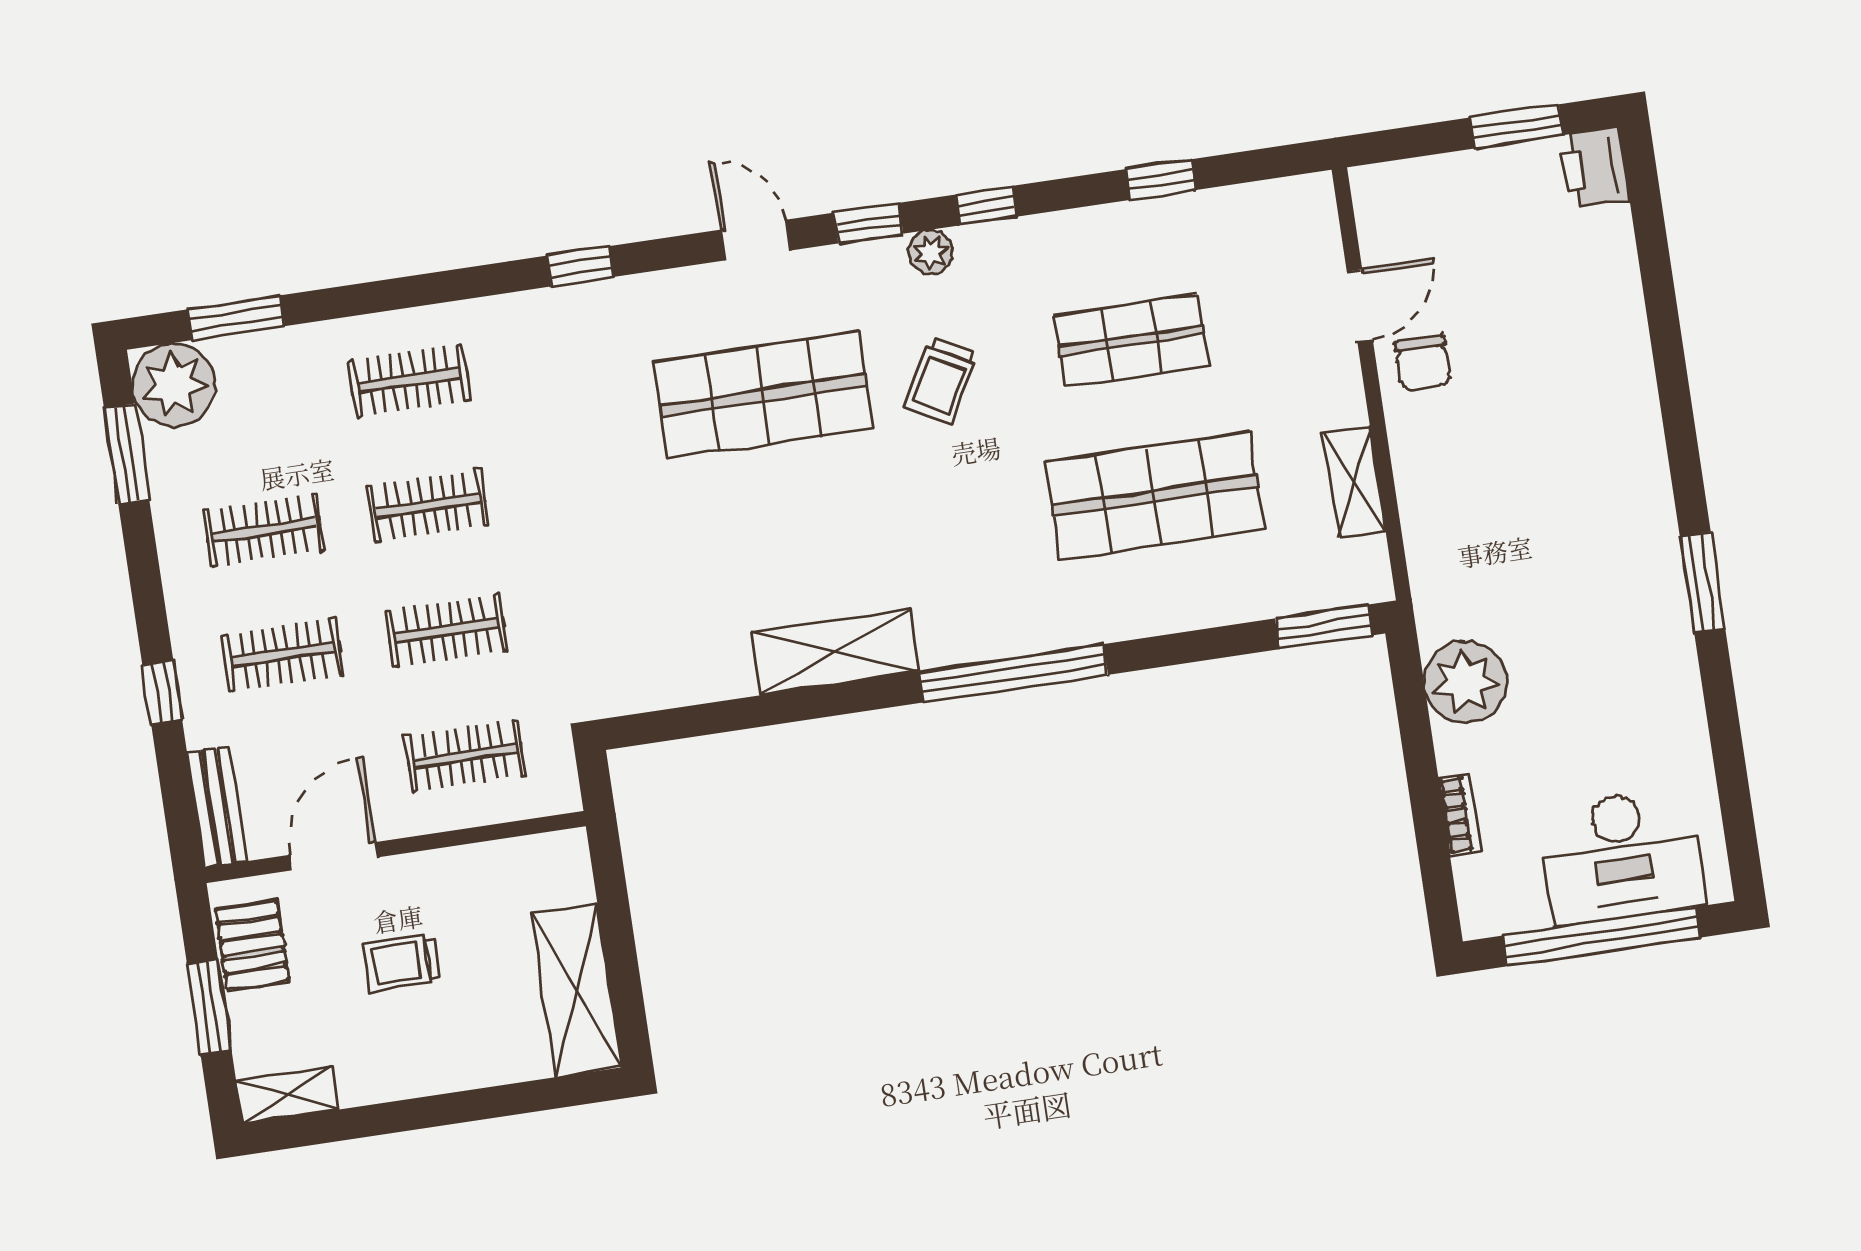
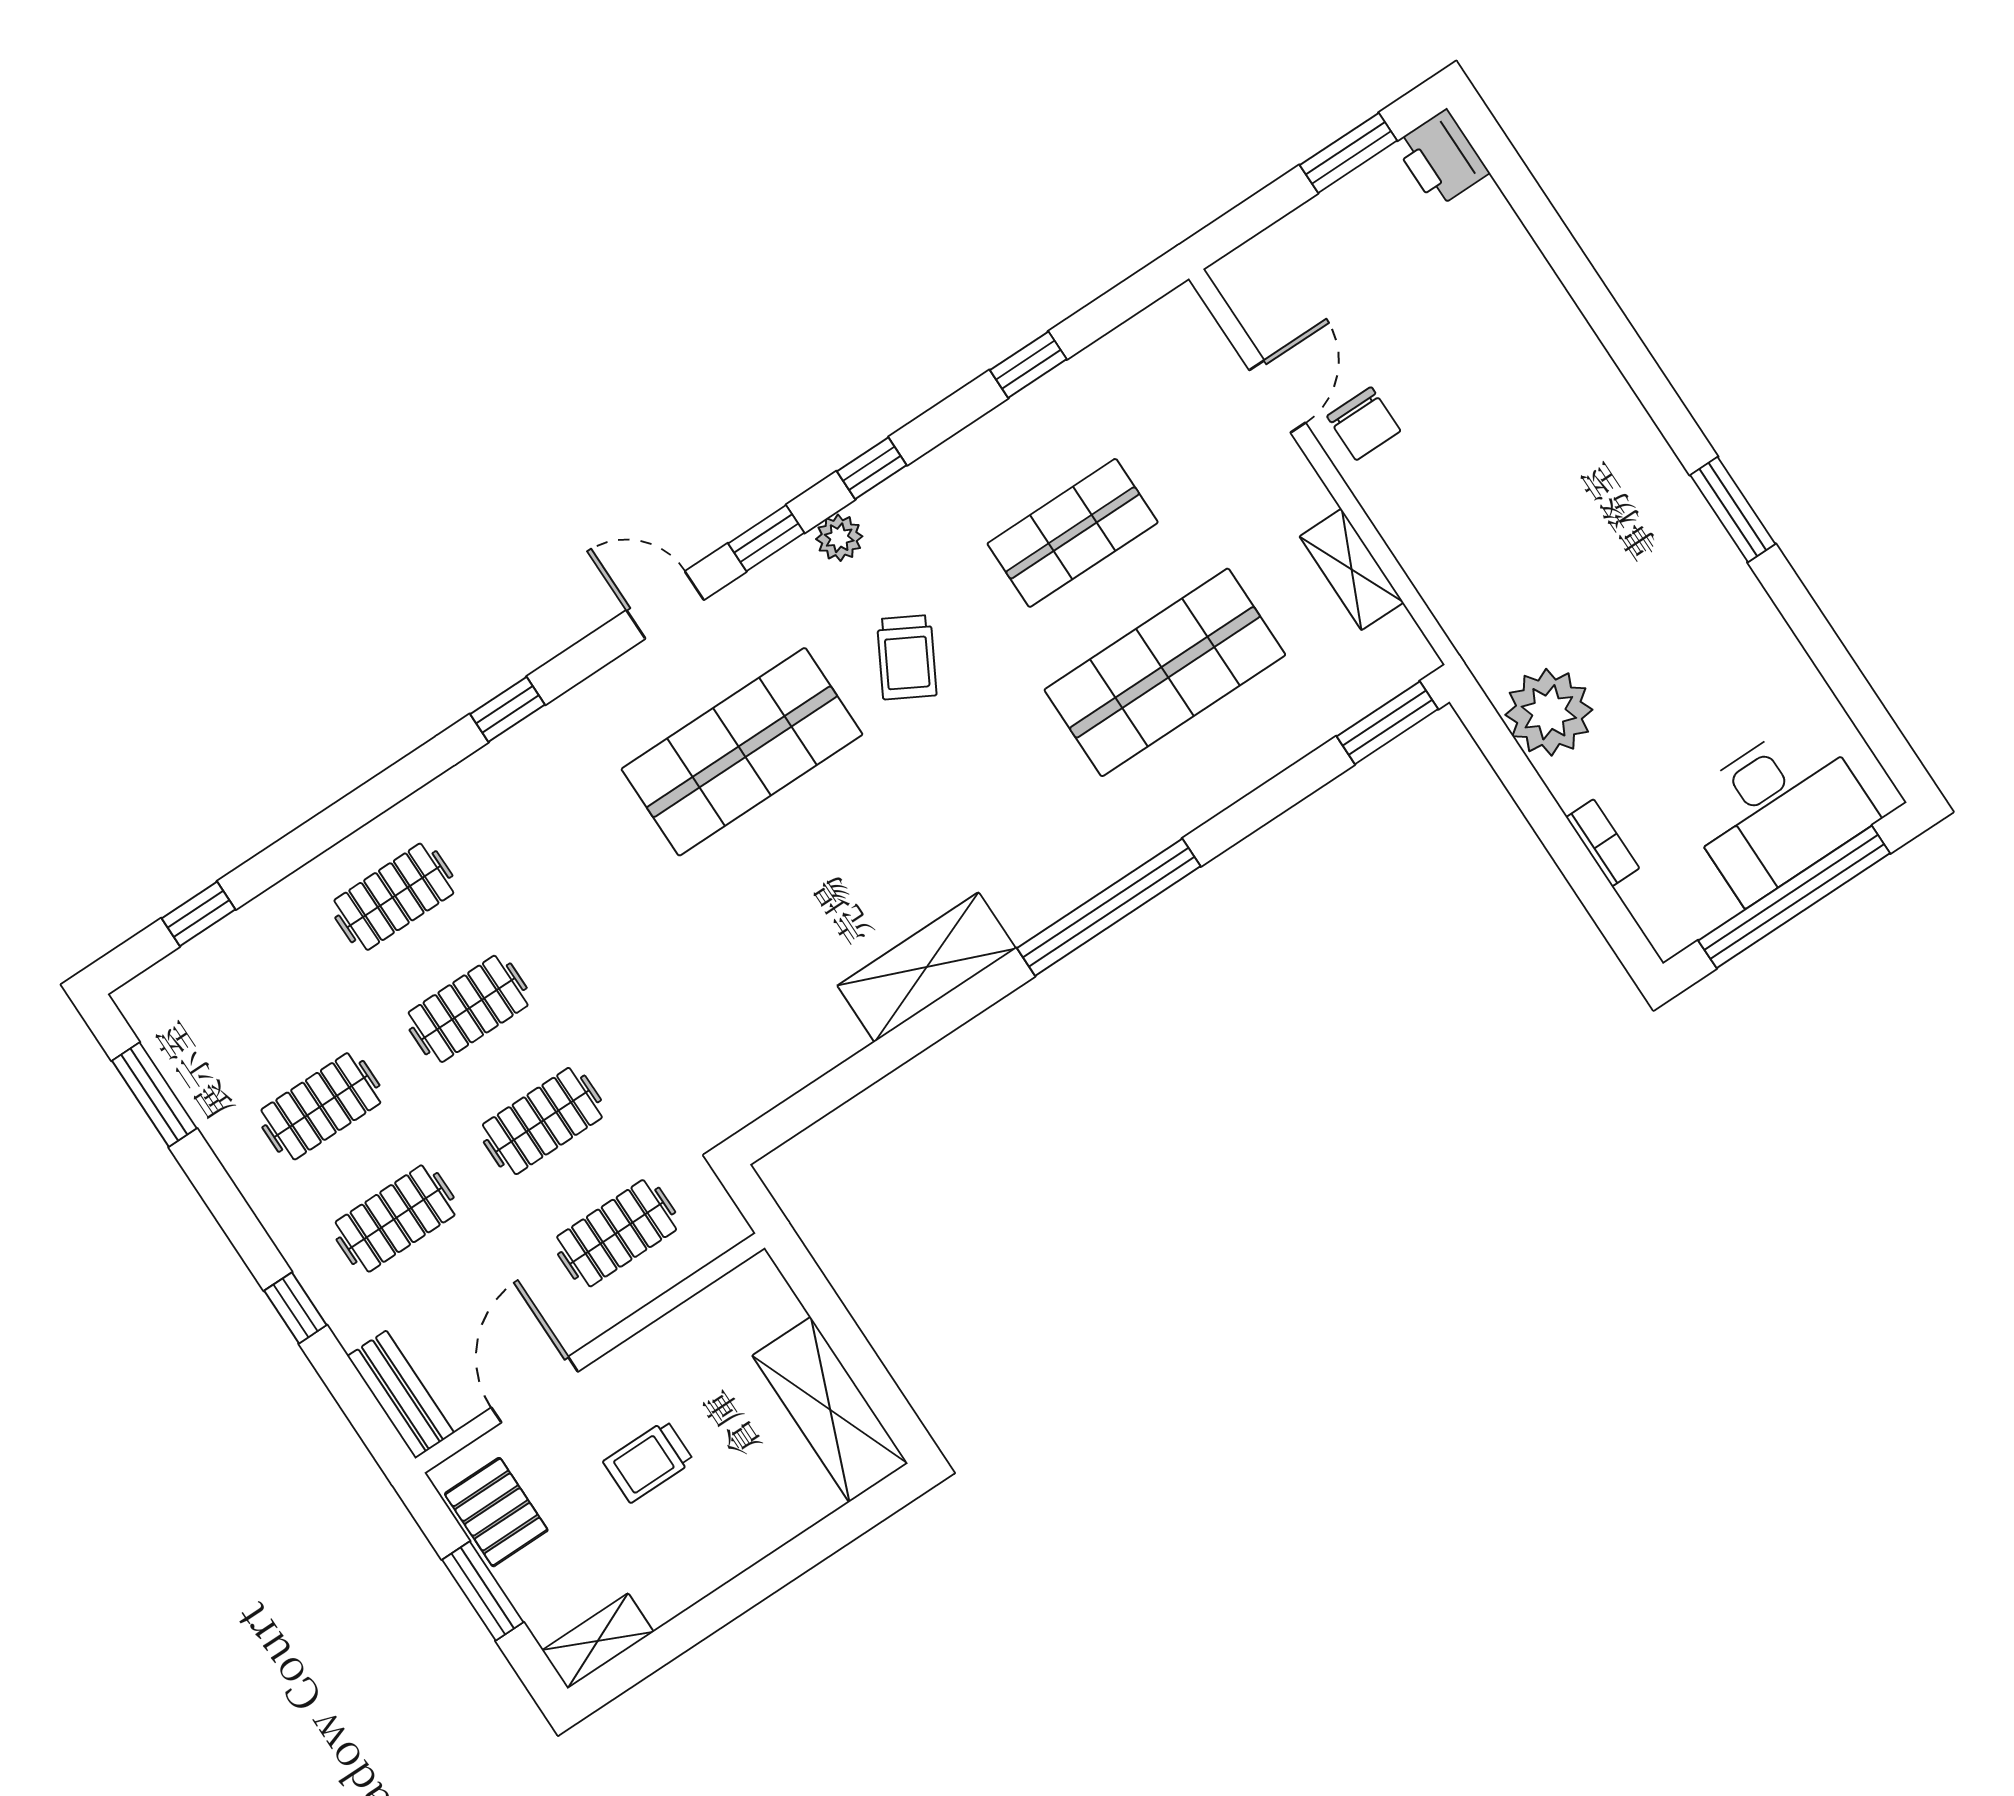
window: (236, 318) -> (198, 914), width x0.67
plant: (174, 385) -> (169, 1006), removed

